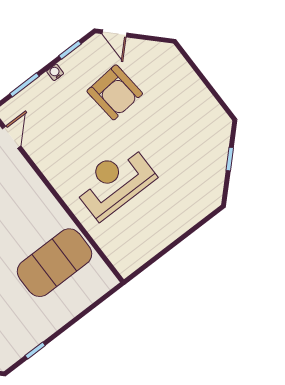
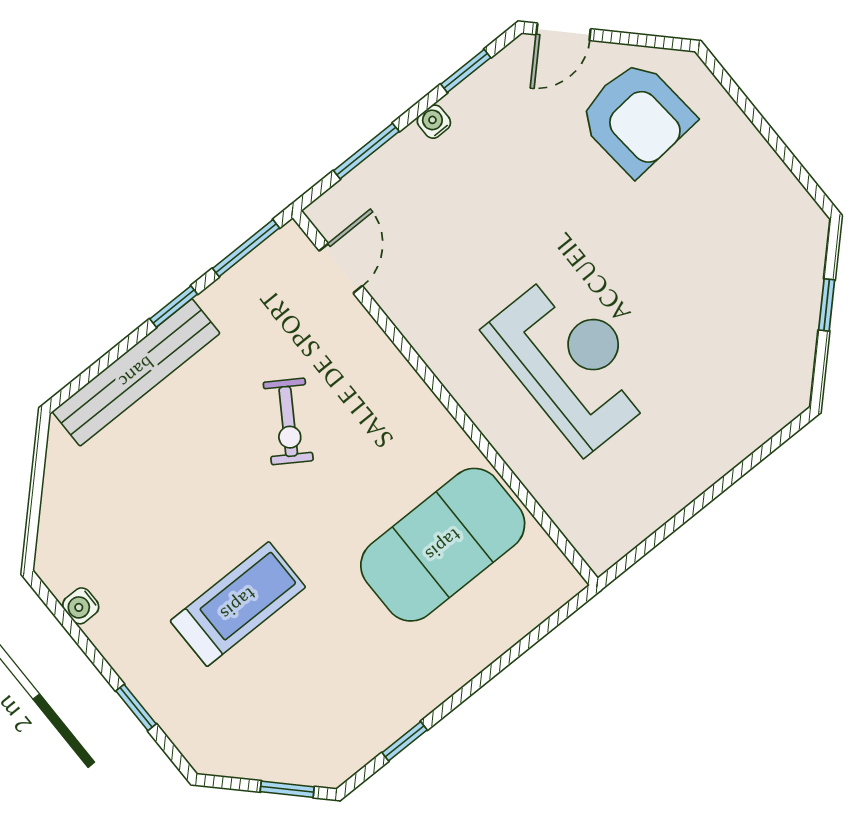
door: (114, 33) -> (563, 32), hinge flipped
armchair: (115, 92) -> (636, 118), moved
reception desk: (115, 182) -> (572, 362), turned 90

